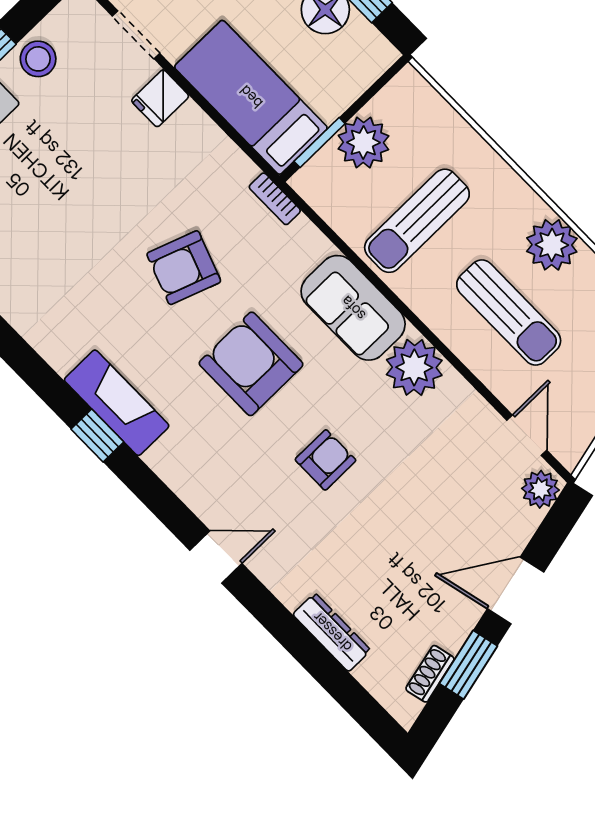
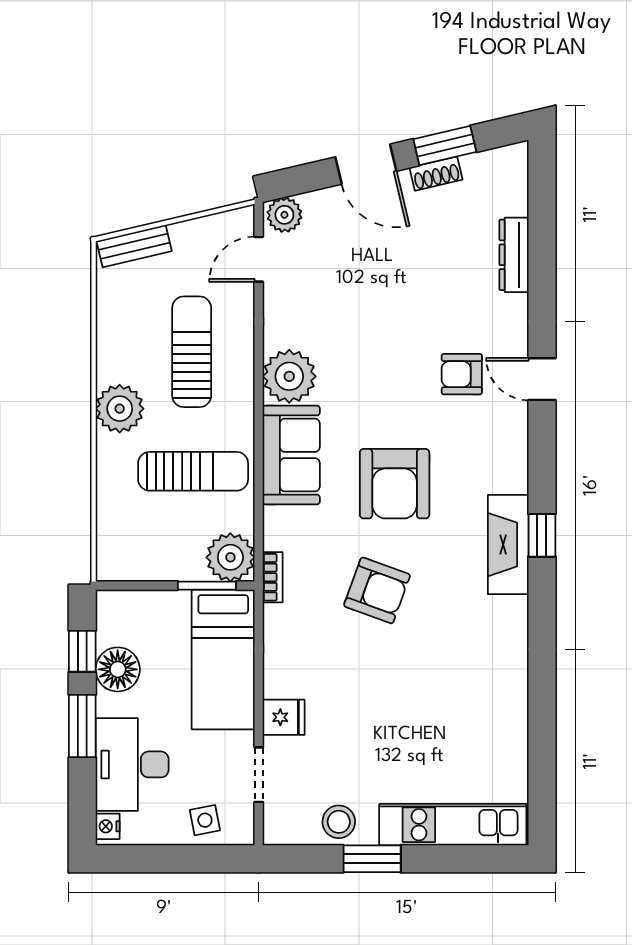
plant: (363, 142) -> (230, 557), moved
plant: (552, 245) -> (120, 409), moved
armchair: (326, 460) -> (462, 374), moved
shoe rack: (430, 674) -> (436, 174), moved

